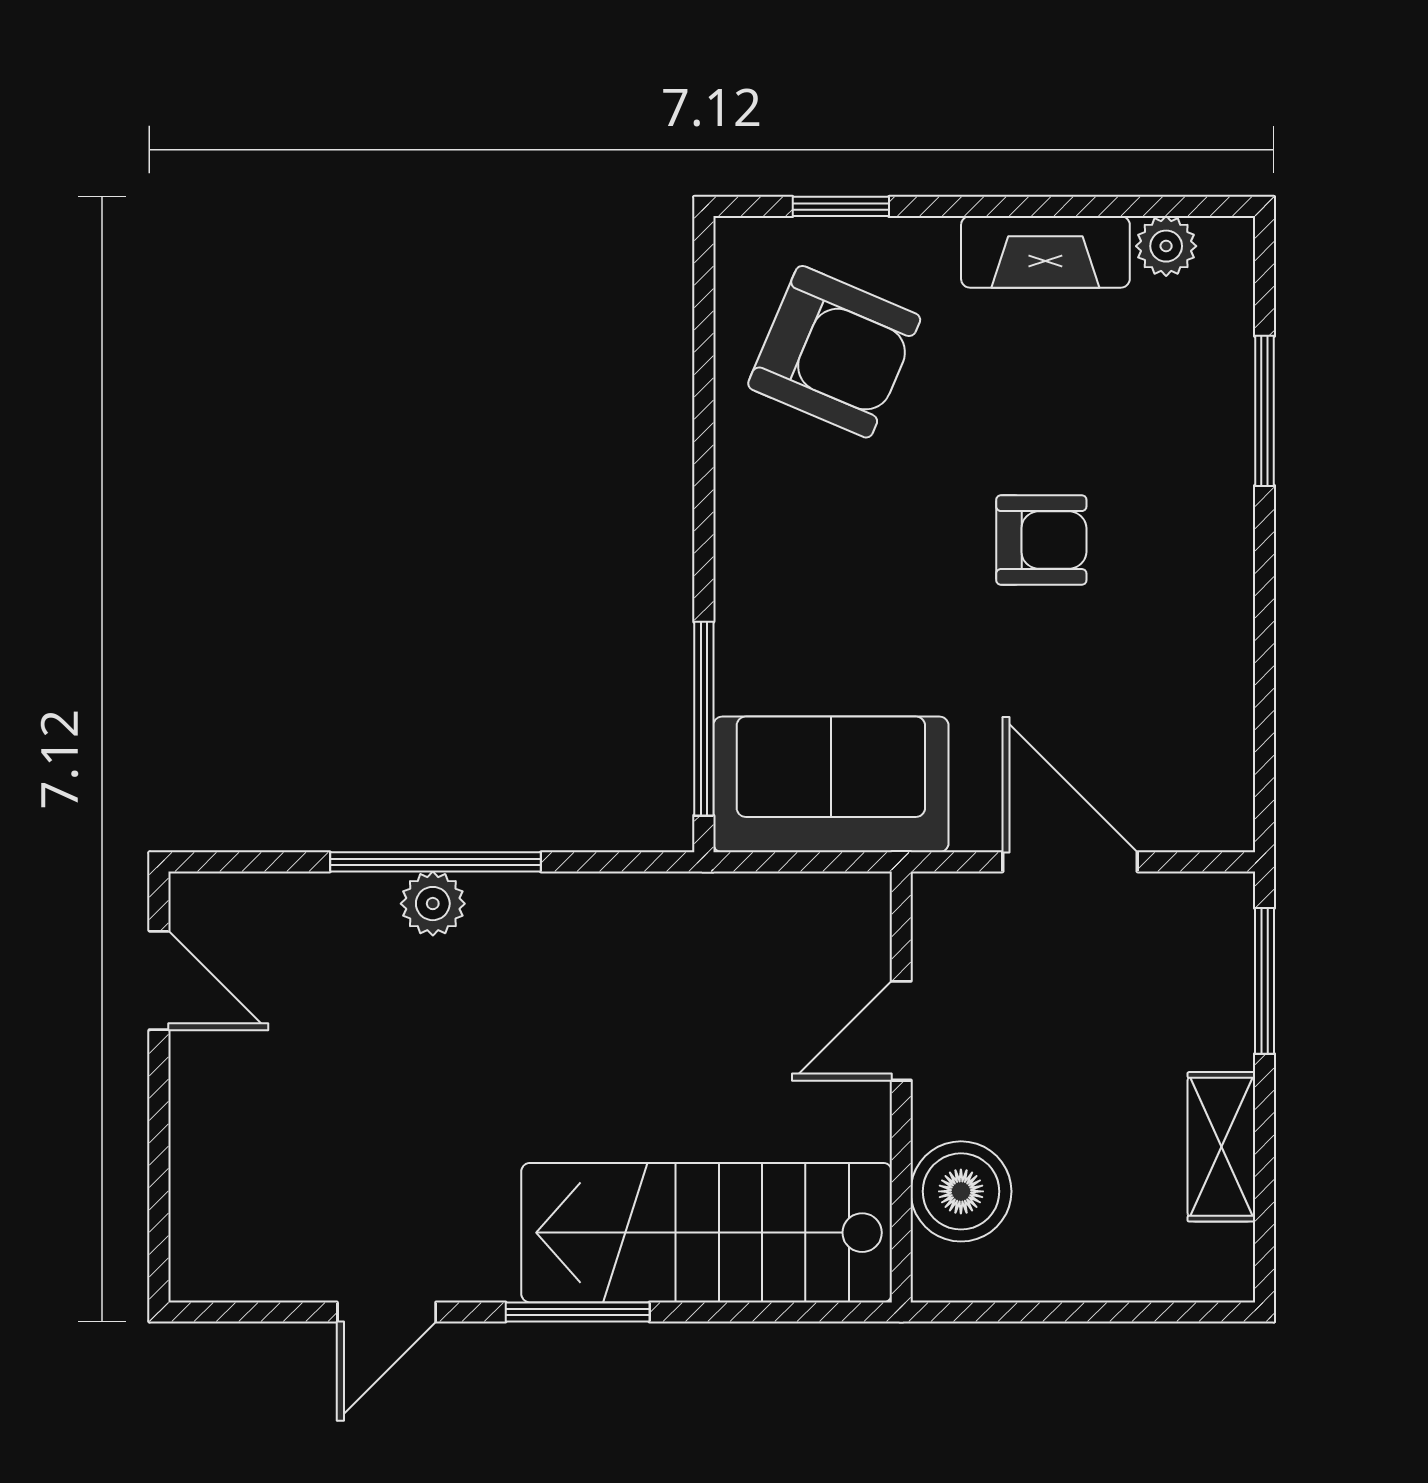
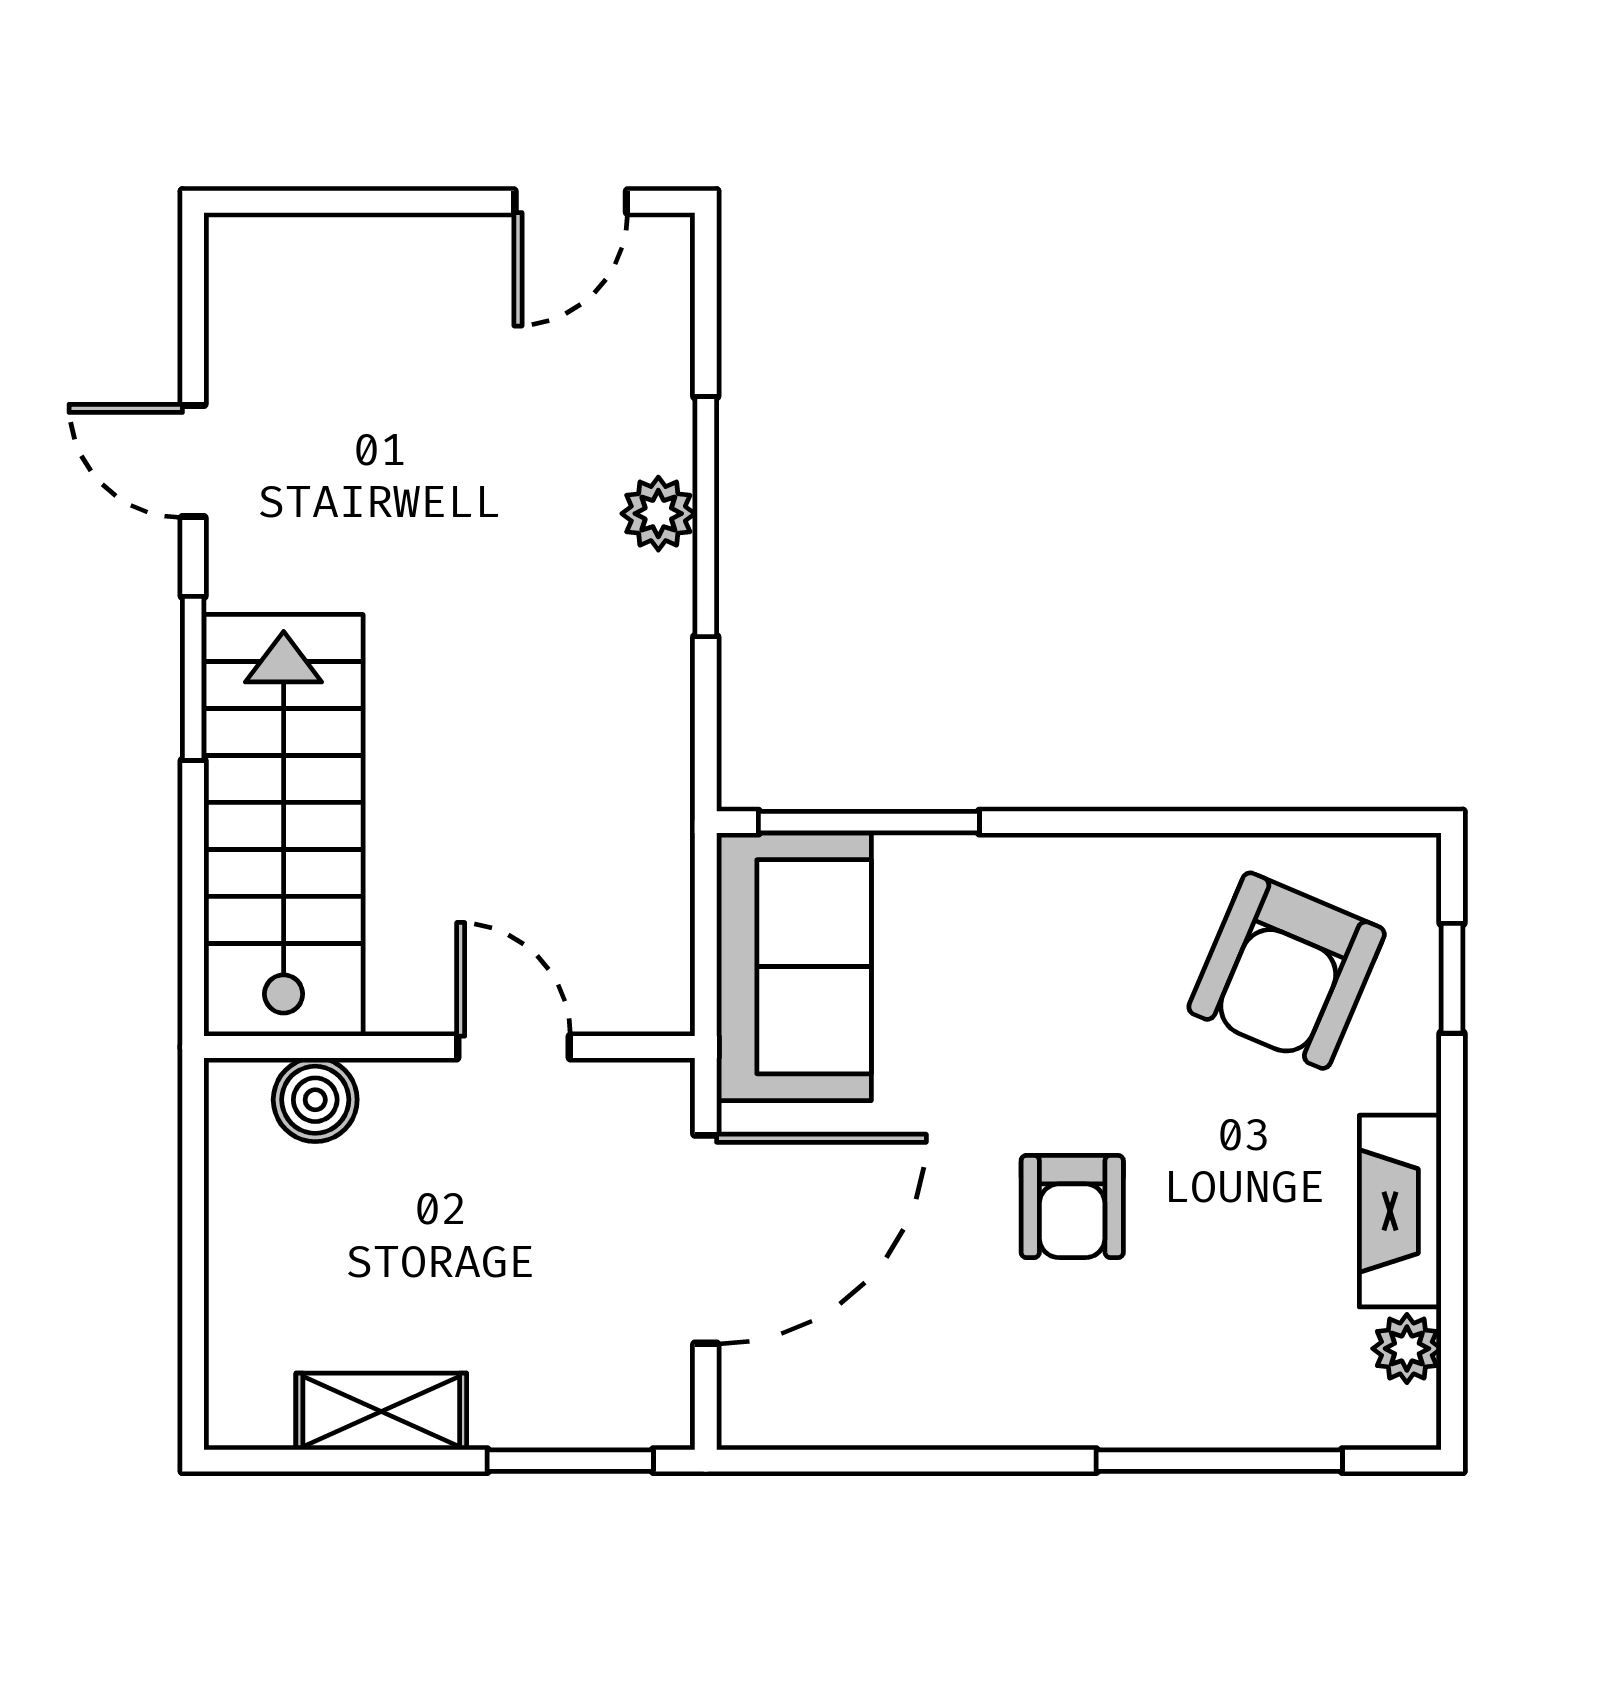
window: (1265, 411) -> (1219, 1461), width x1.44
door: (1070, 862) -> (706, 1239), width x1.36
boiler: (961, 1191) -> (315, 1100), width x0.73, depth x0.73

